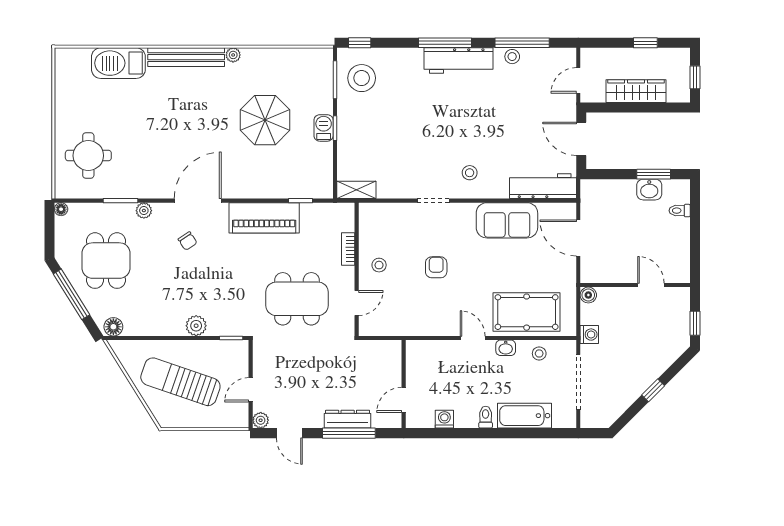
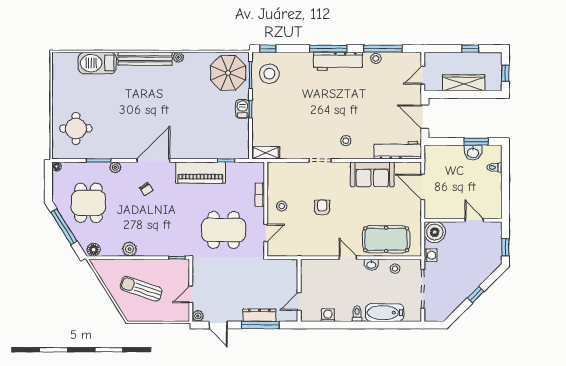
parasol: (265, 120) -> (228, 73), moved
boiler: (588, 295) -> (435, 232), width x1.86, depth x1.86
plant: (196, 326) -> (130, 249), moved
sun lounger: (180, 382) -> (141, 289), width x0.73, depth x0.75

